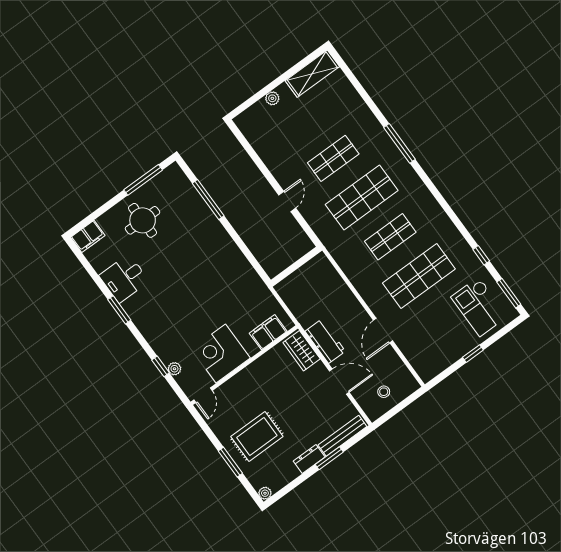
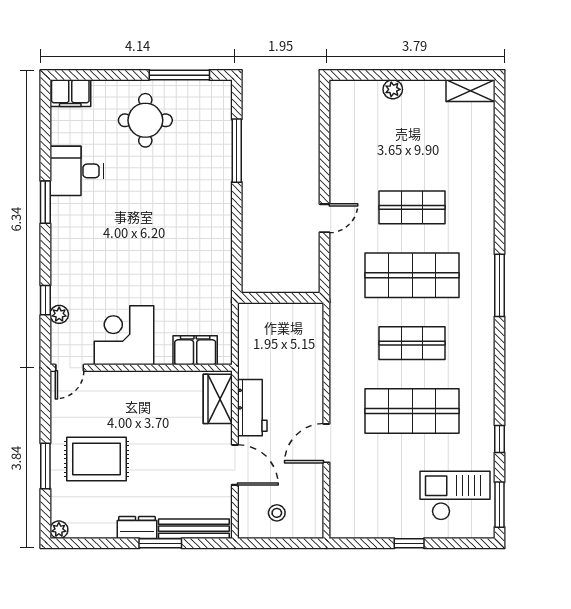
shelving: (312, 74) -> (470, 91), width x0.67, depth x0.75
window: (400, 143) -> (500, 285), moved
checkout: (479, 307) -> (455, 496), turned 90

